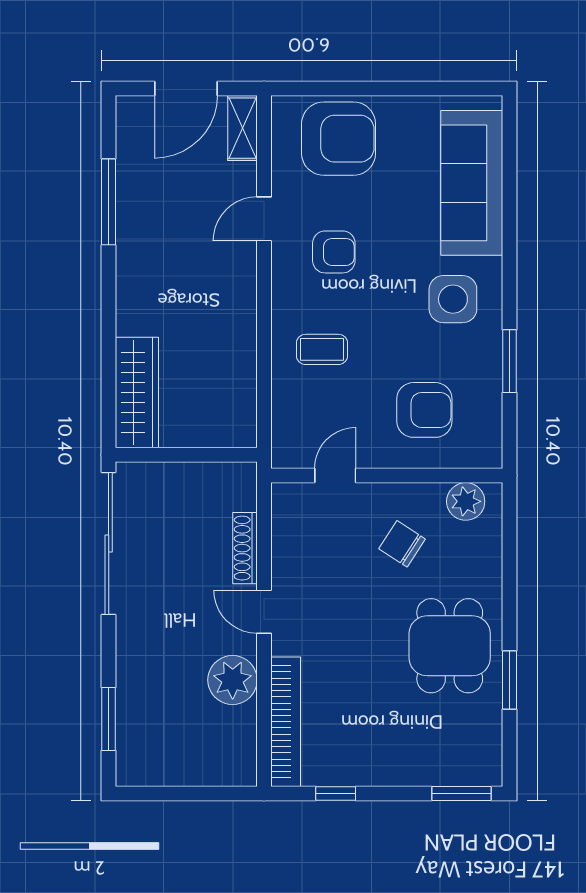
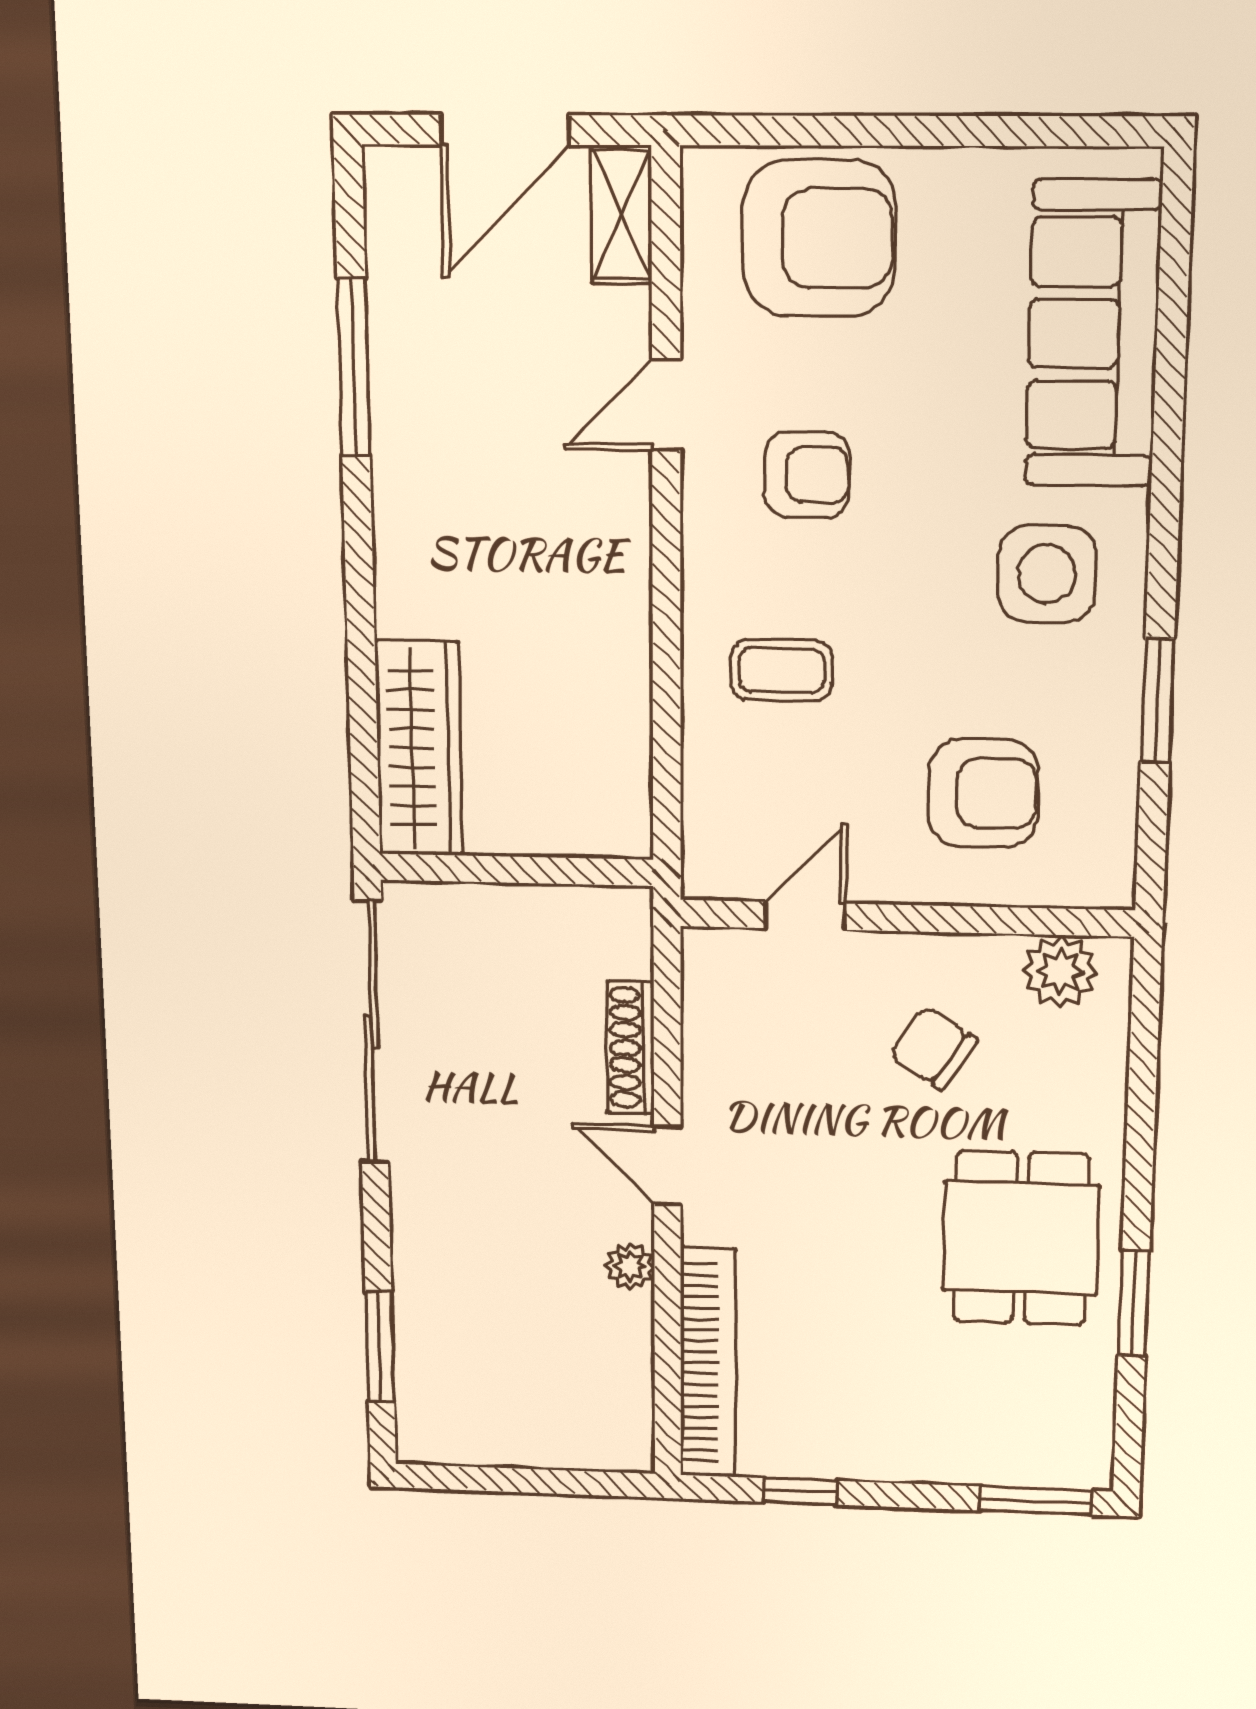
plant: (233, 680) -> (630, 1266), width x0.53, depth x0.53

